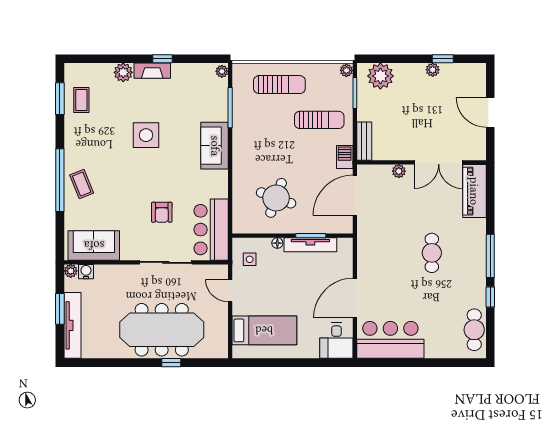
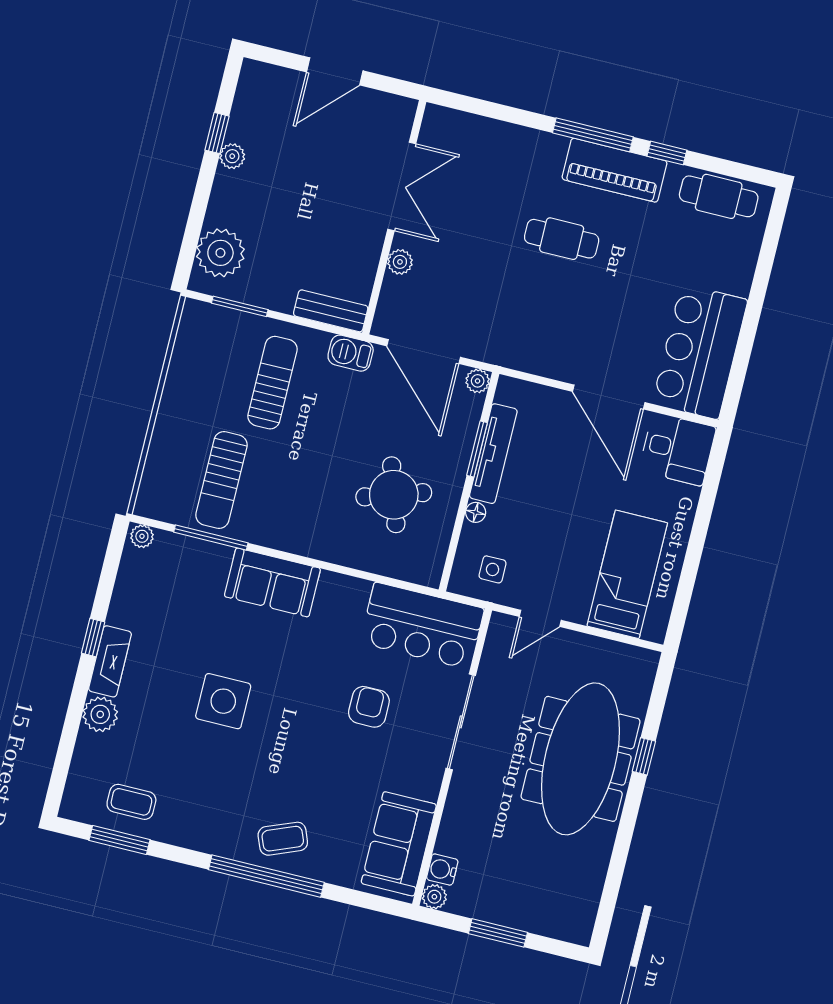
plant: (346, 70) -> (478, 381), moved
sun lounger: (279, 85) -> (221, 480), moved, turned 180
piano: (474, 191) -> (614, 170), moved
round table: (276, 198) -> (394, 495), turned -38
armchair: (162, 212) -> (369, 707), turned -90
tv unit: (73, 325) -> (533, 918), removed

